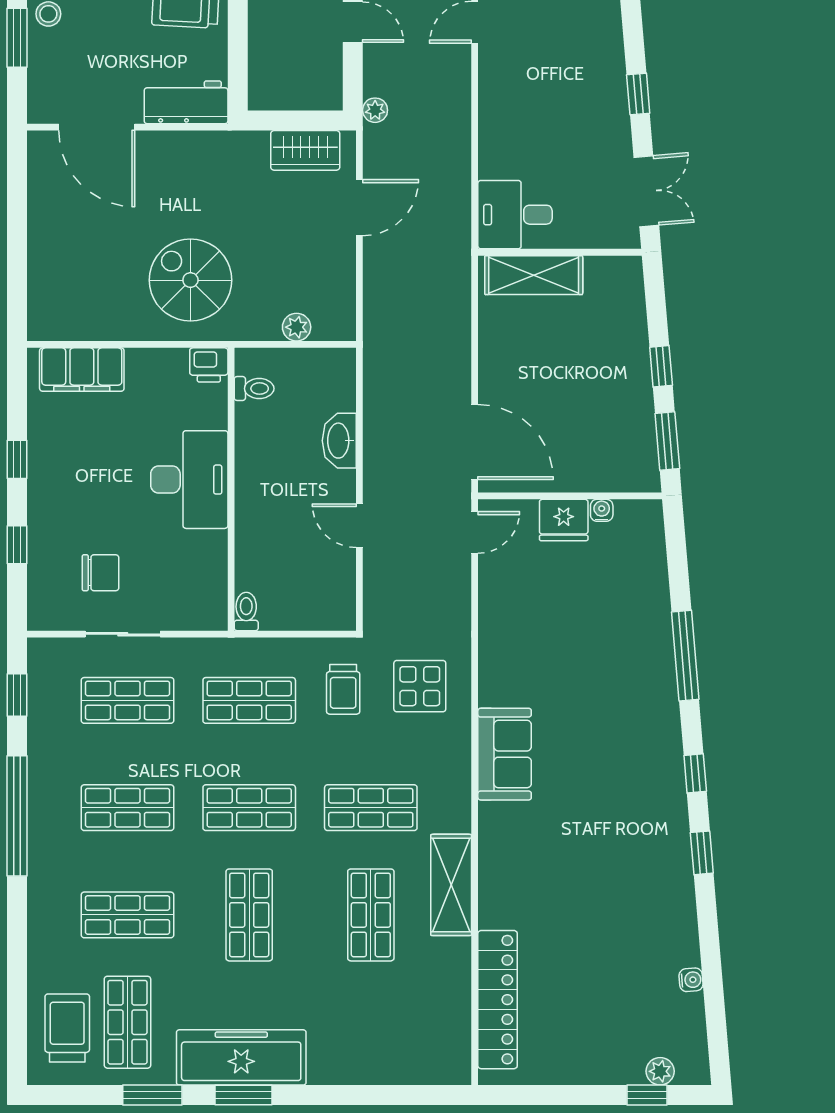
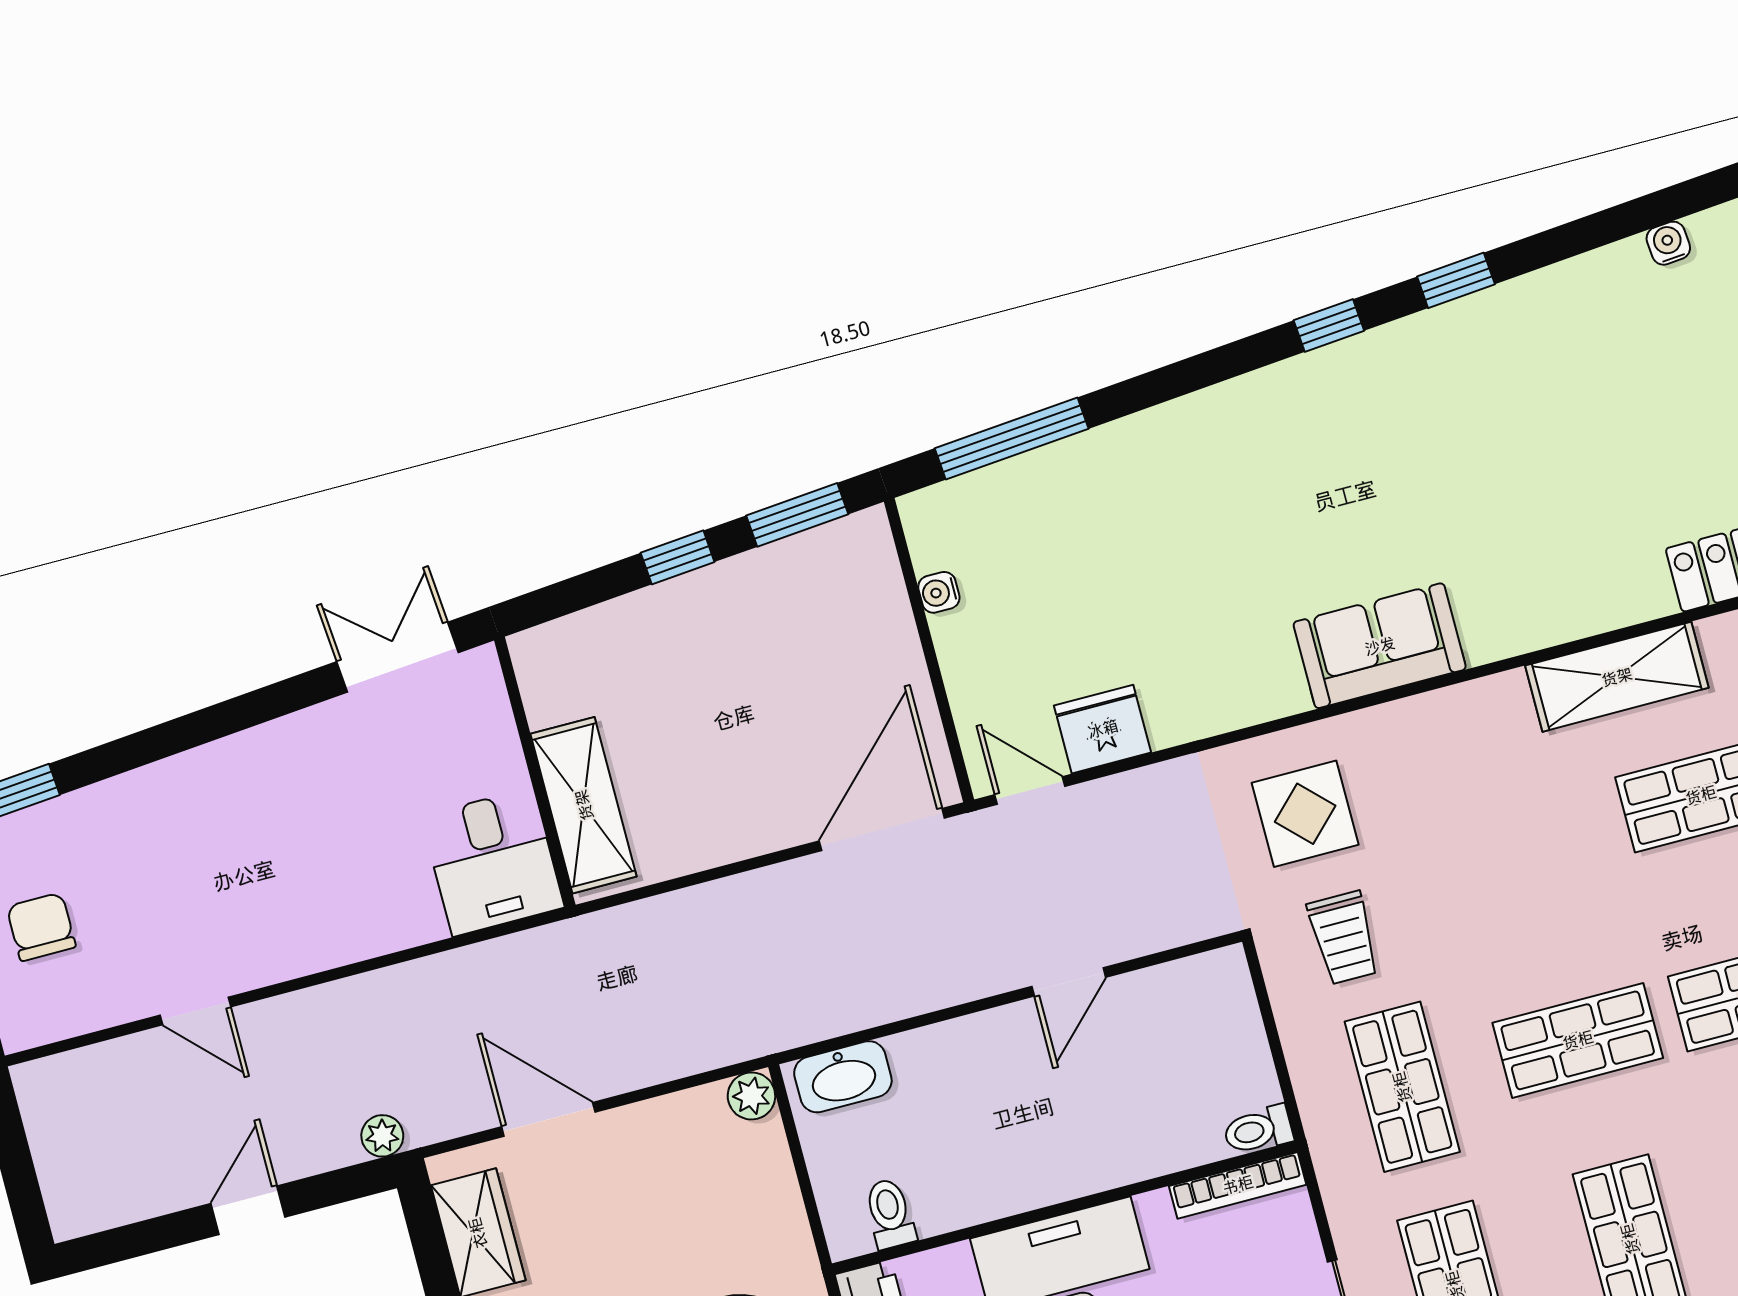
window: (638, 94) -> (242, 713), removed
plant: (297, 327) -> (751, 1096), moved
washbasin: (339, 441) -> (843, 1077), moved
fridge: (564, 520) -> (1103, 729), moved, turned -90
bookcase: (218, 592) -> (1238, 1185), added
window: (685, 656) -> (1012, 439), moved
trolley: (343, 689) -> (1344, 938), turned 90
shop shelf: (249, 808) -> (1578, 1040), turned 90
shop shelf: (371, 808) -> (1525, 841), removed

